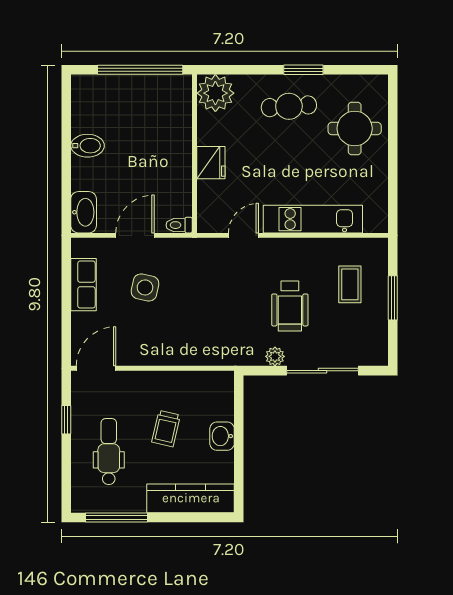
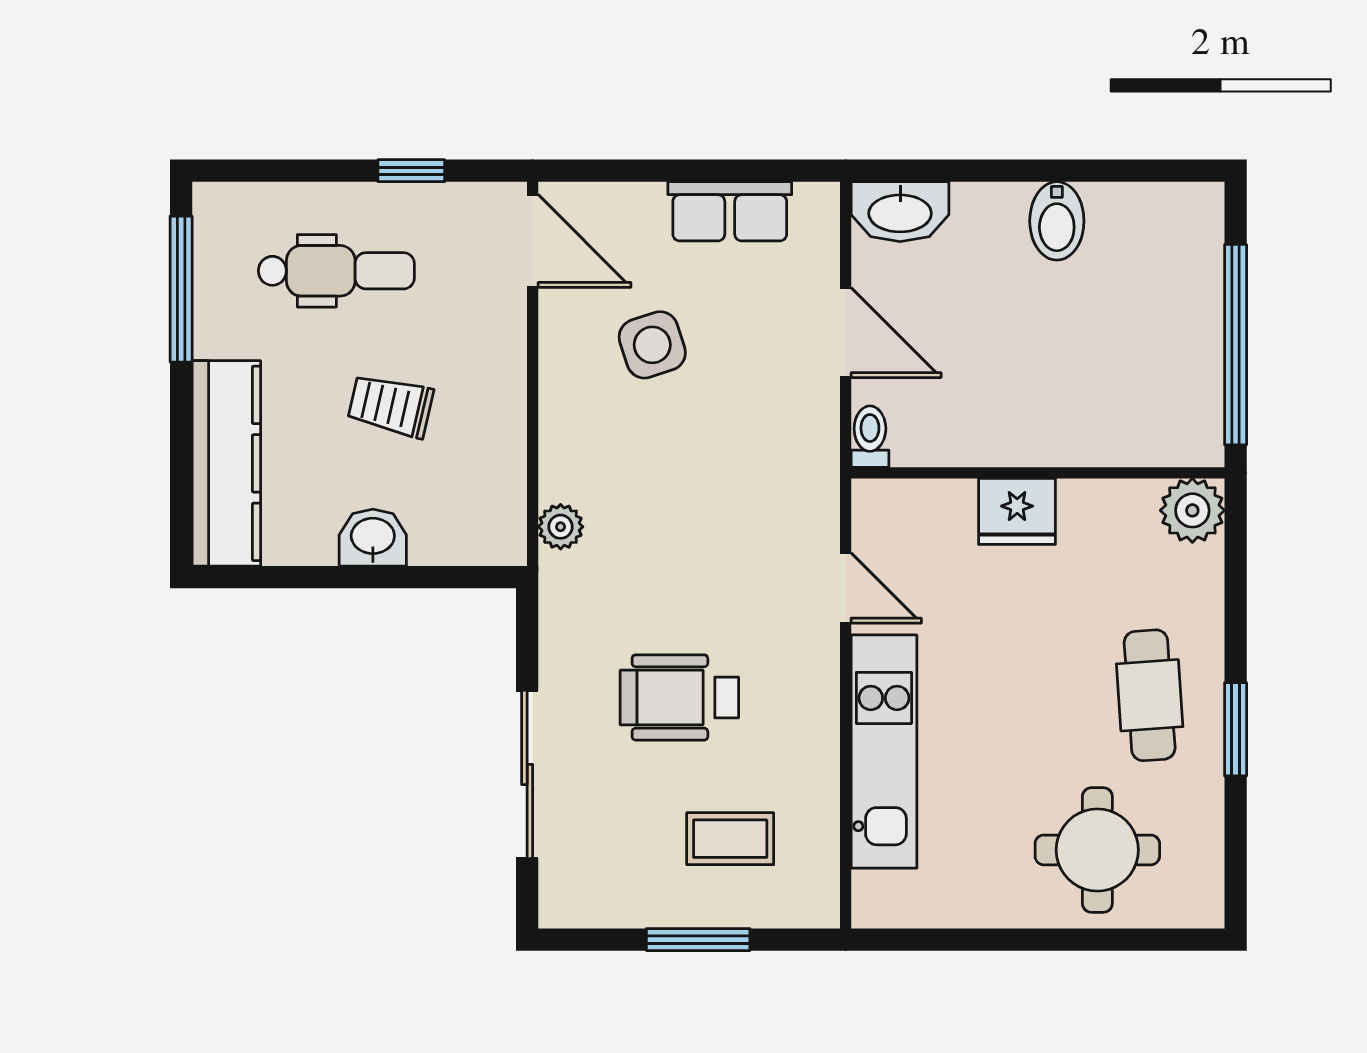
plant: (215, 93) -> (1192, 510), width x0.73, depth x0.73
side table: (145, 287) -> (652, 345), moved, turned -30
plant: (275, 356) -> (561, 527), moved

